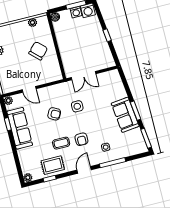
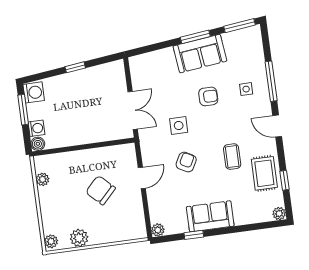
washing machine: (76, 12) -> (37, 128), moved
chair: (38, 51) -> (101, 190), moved
door: (29, 89) -> (142, 178), moved
sofa: (20, 128) -> (210, 216), width x0.73
armchair: (81, 139) -> (208, 96), moved

